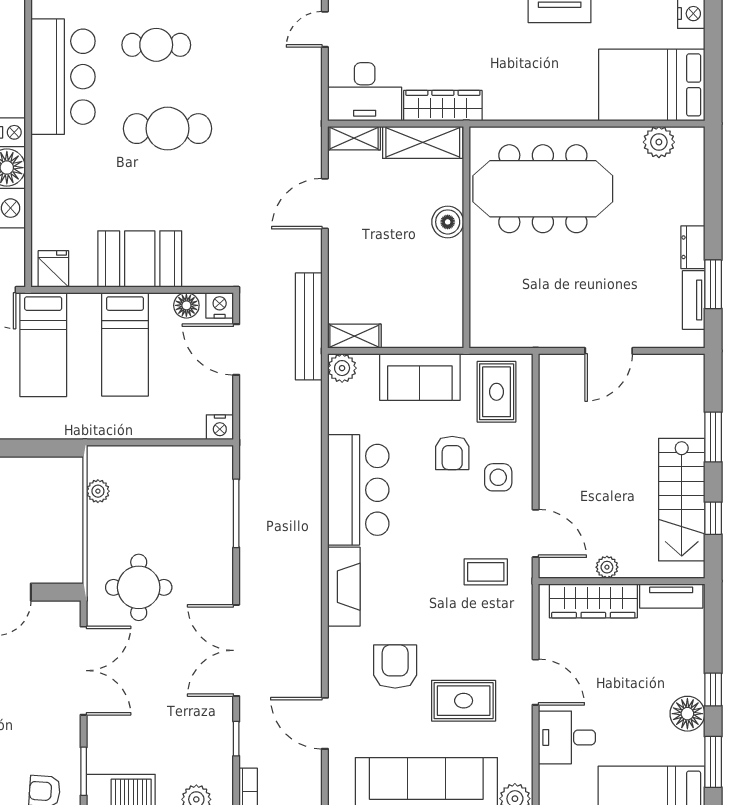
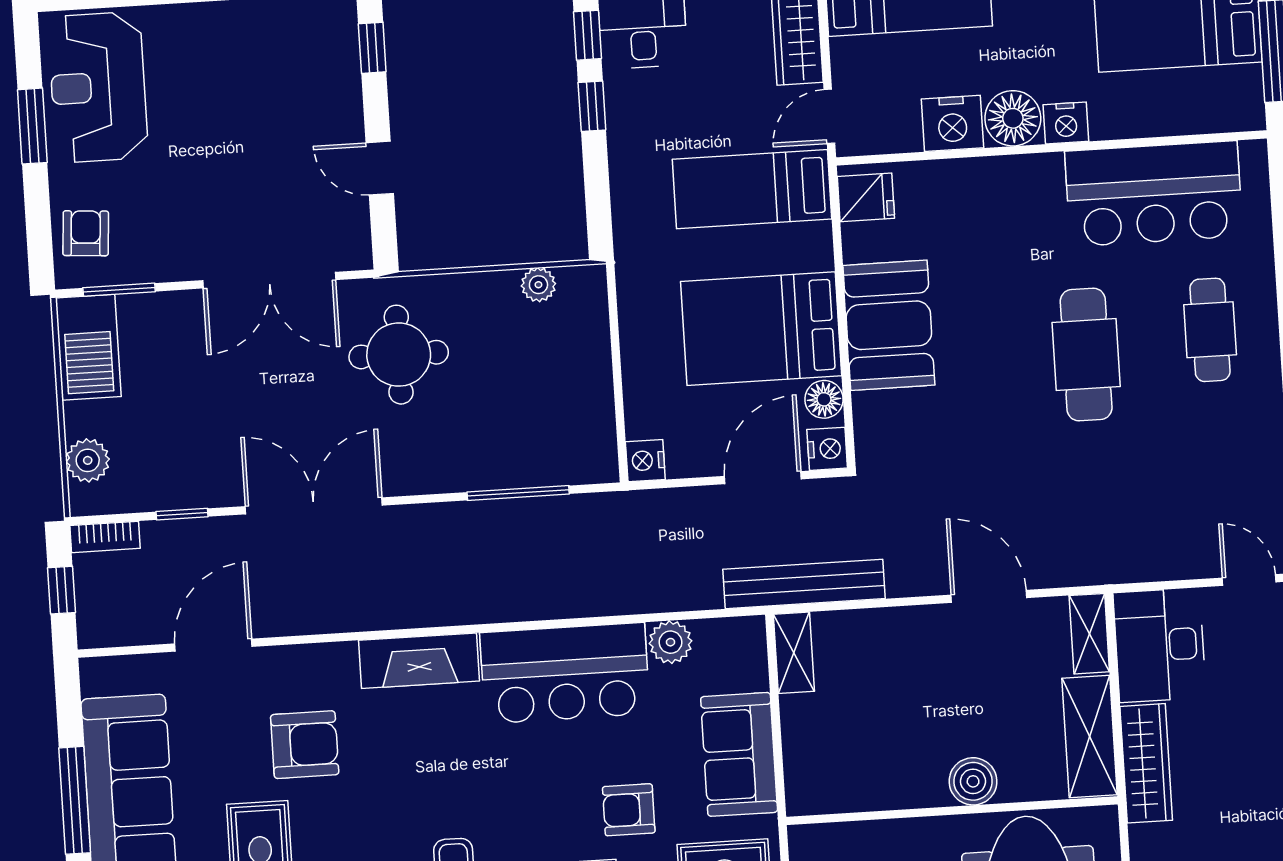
bed: (125, 344) -> (761, 329), width x1.50
plant: (342, 368) -> (671, 642), moved

